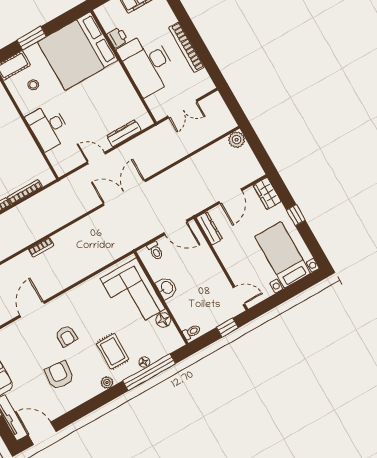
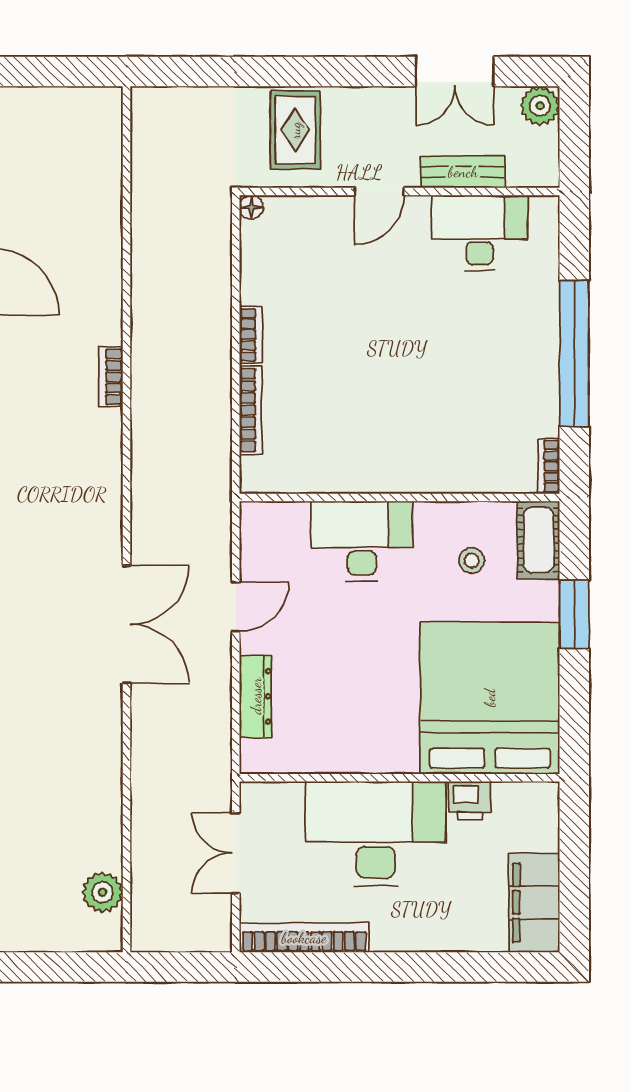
bookcase: (186, 47) -> (304, 938), moved
plant: (237, 140) -> (103, 892), moved

